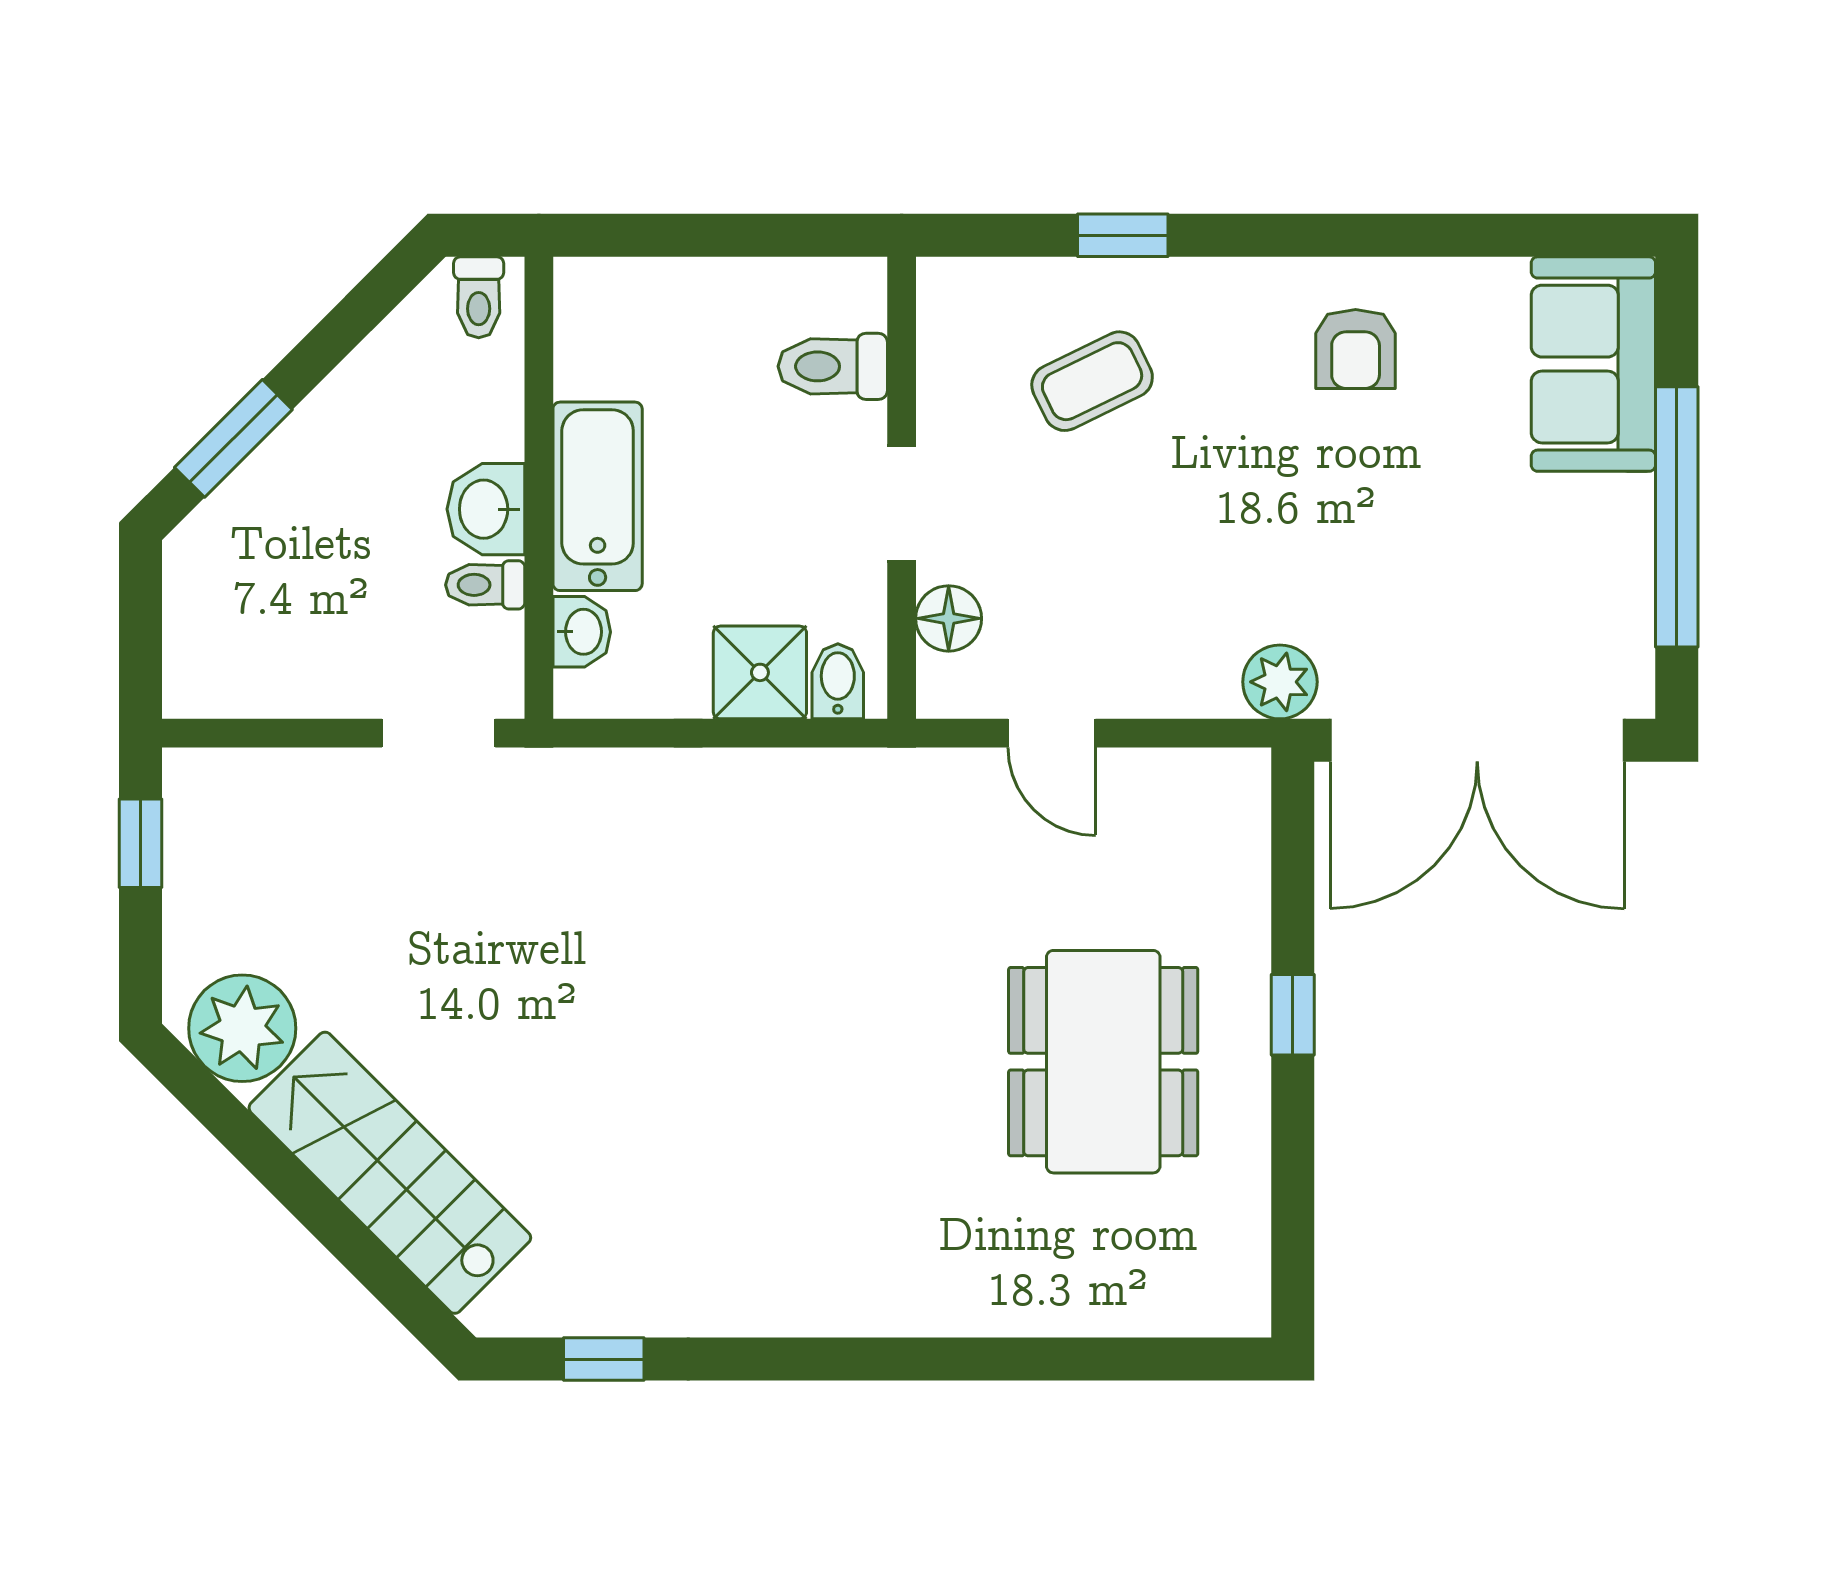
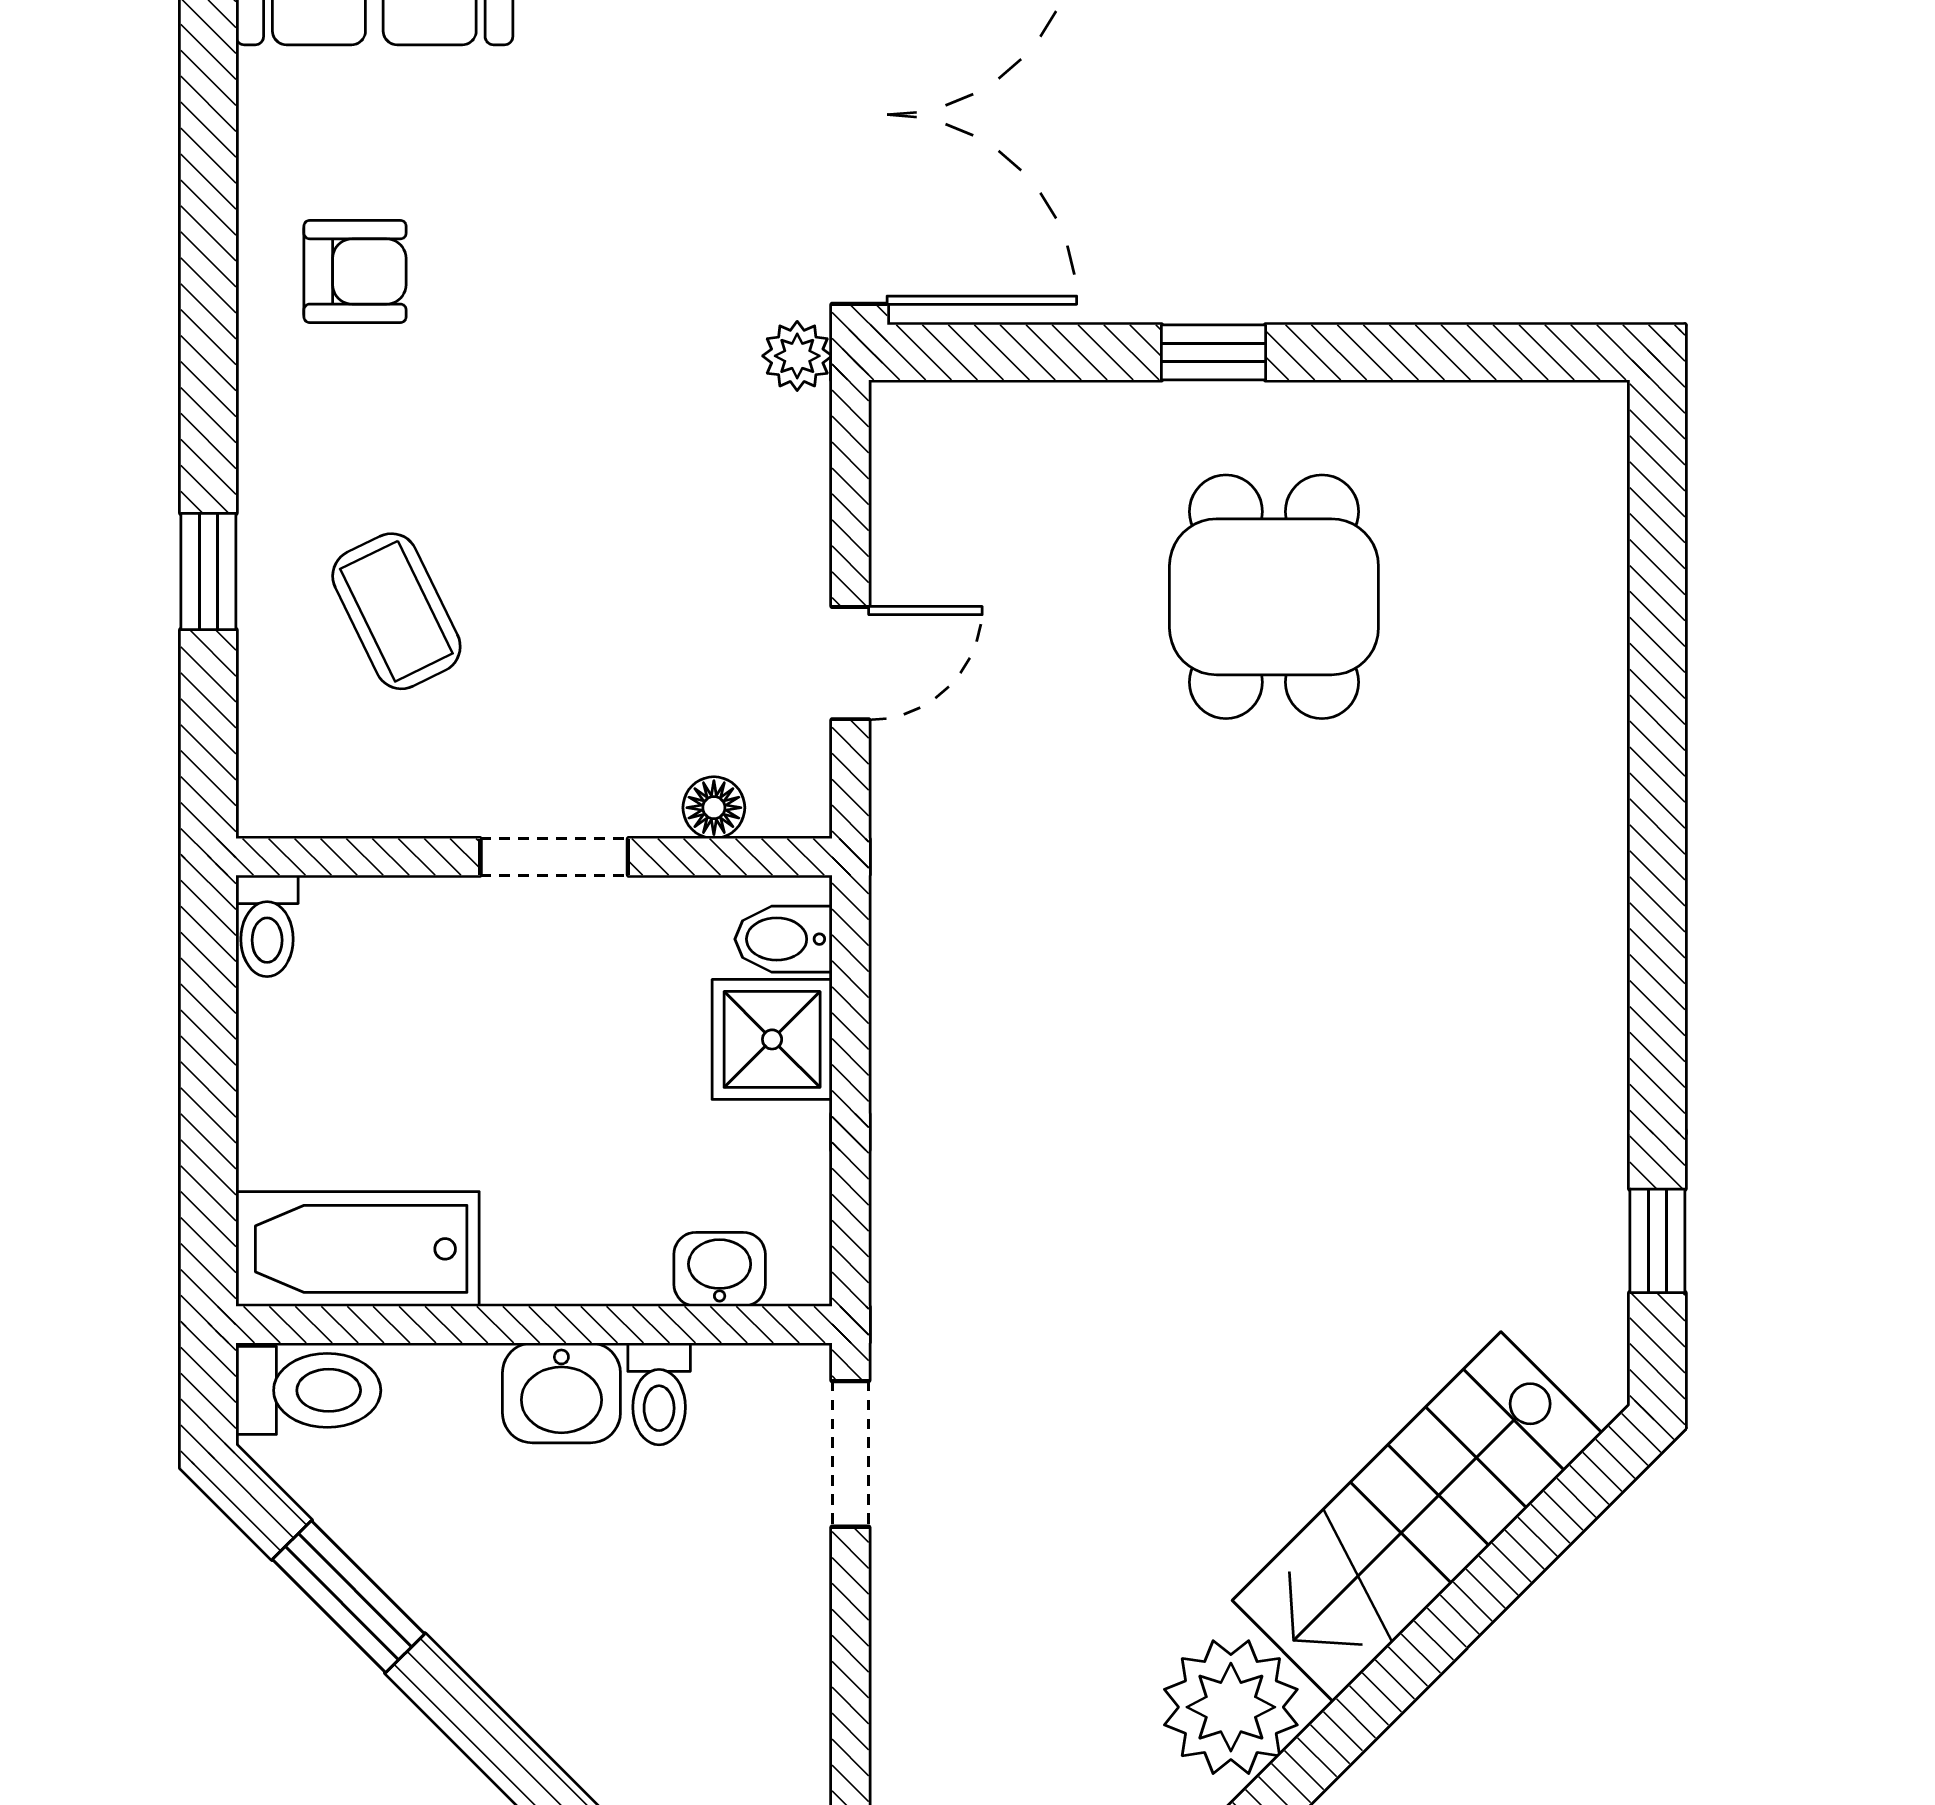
toilet: (479, 297) -> (308, 1390), width x1.37, depth x1.39
toilet: (833, 366) -> (267, 926), moved, width x0.73, depth x0.72
window: (233, 438) -> (348, 1597), moved
bathtub: (598, 496) -> (358, 1249), moved
floor lamp: (949, 618) -> (714, 808), width x0.73, depth x0.73
plant: (1280, 682) -> (797, 356), width x0.73, depth x0.73
dining table: (1103, 1062) -> (1274, 597), width x0.73

